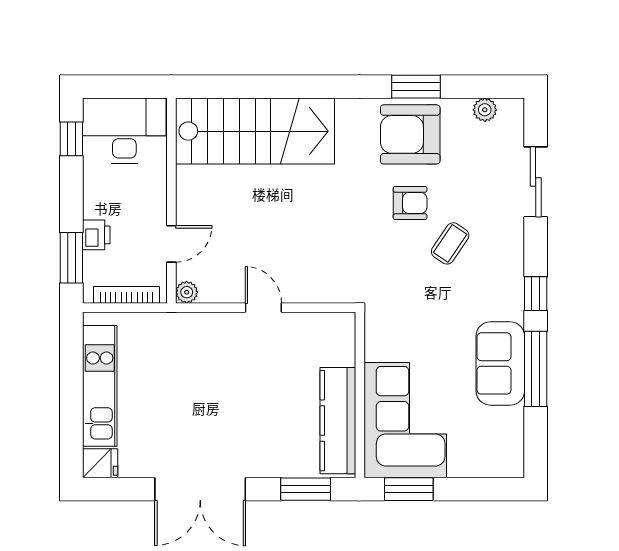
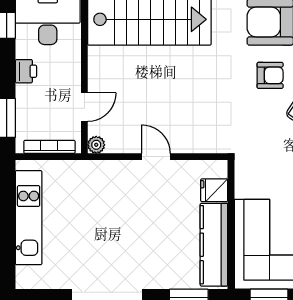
printer: (96, 235) -> (26, 71), moved
fridge: (100, 463) -> (214, 190), moved, turned 180

